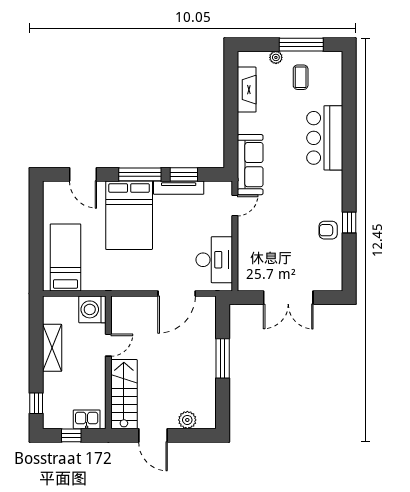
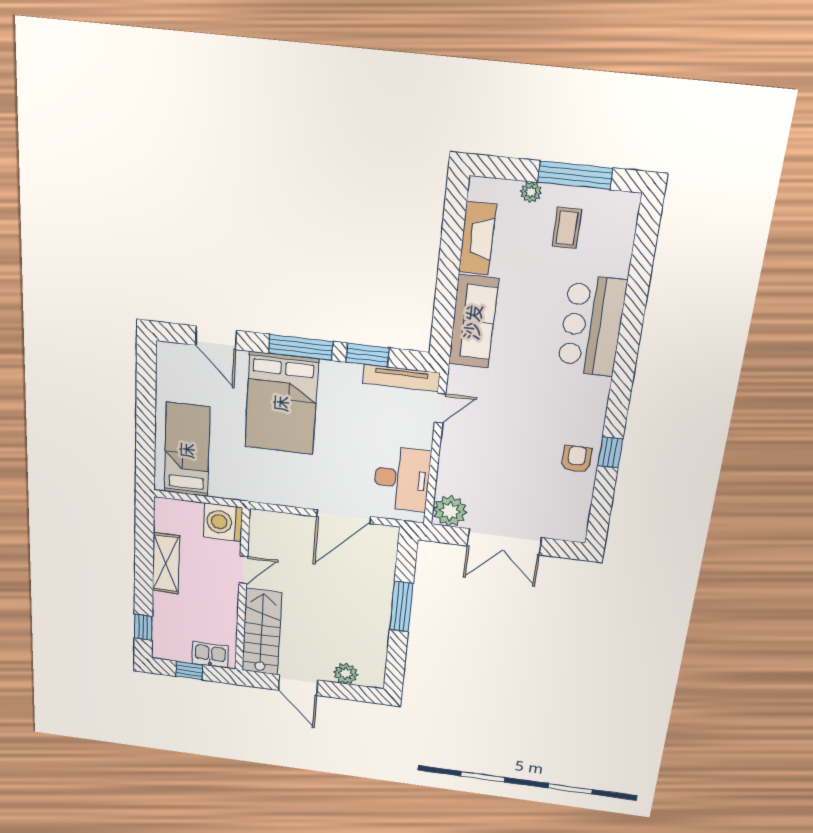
sofa: (250, 165) -> (473, 322), moved
tv unit: (179, 188) -> (401, 378), moved
armchair: (328, 230) -> (577, 459), turned 90
plant: (249, 279) -> (450, 511), added

